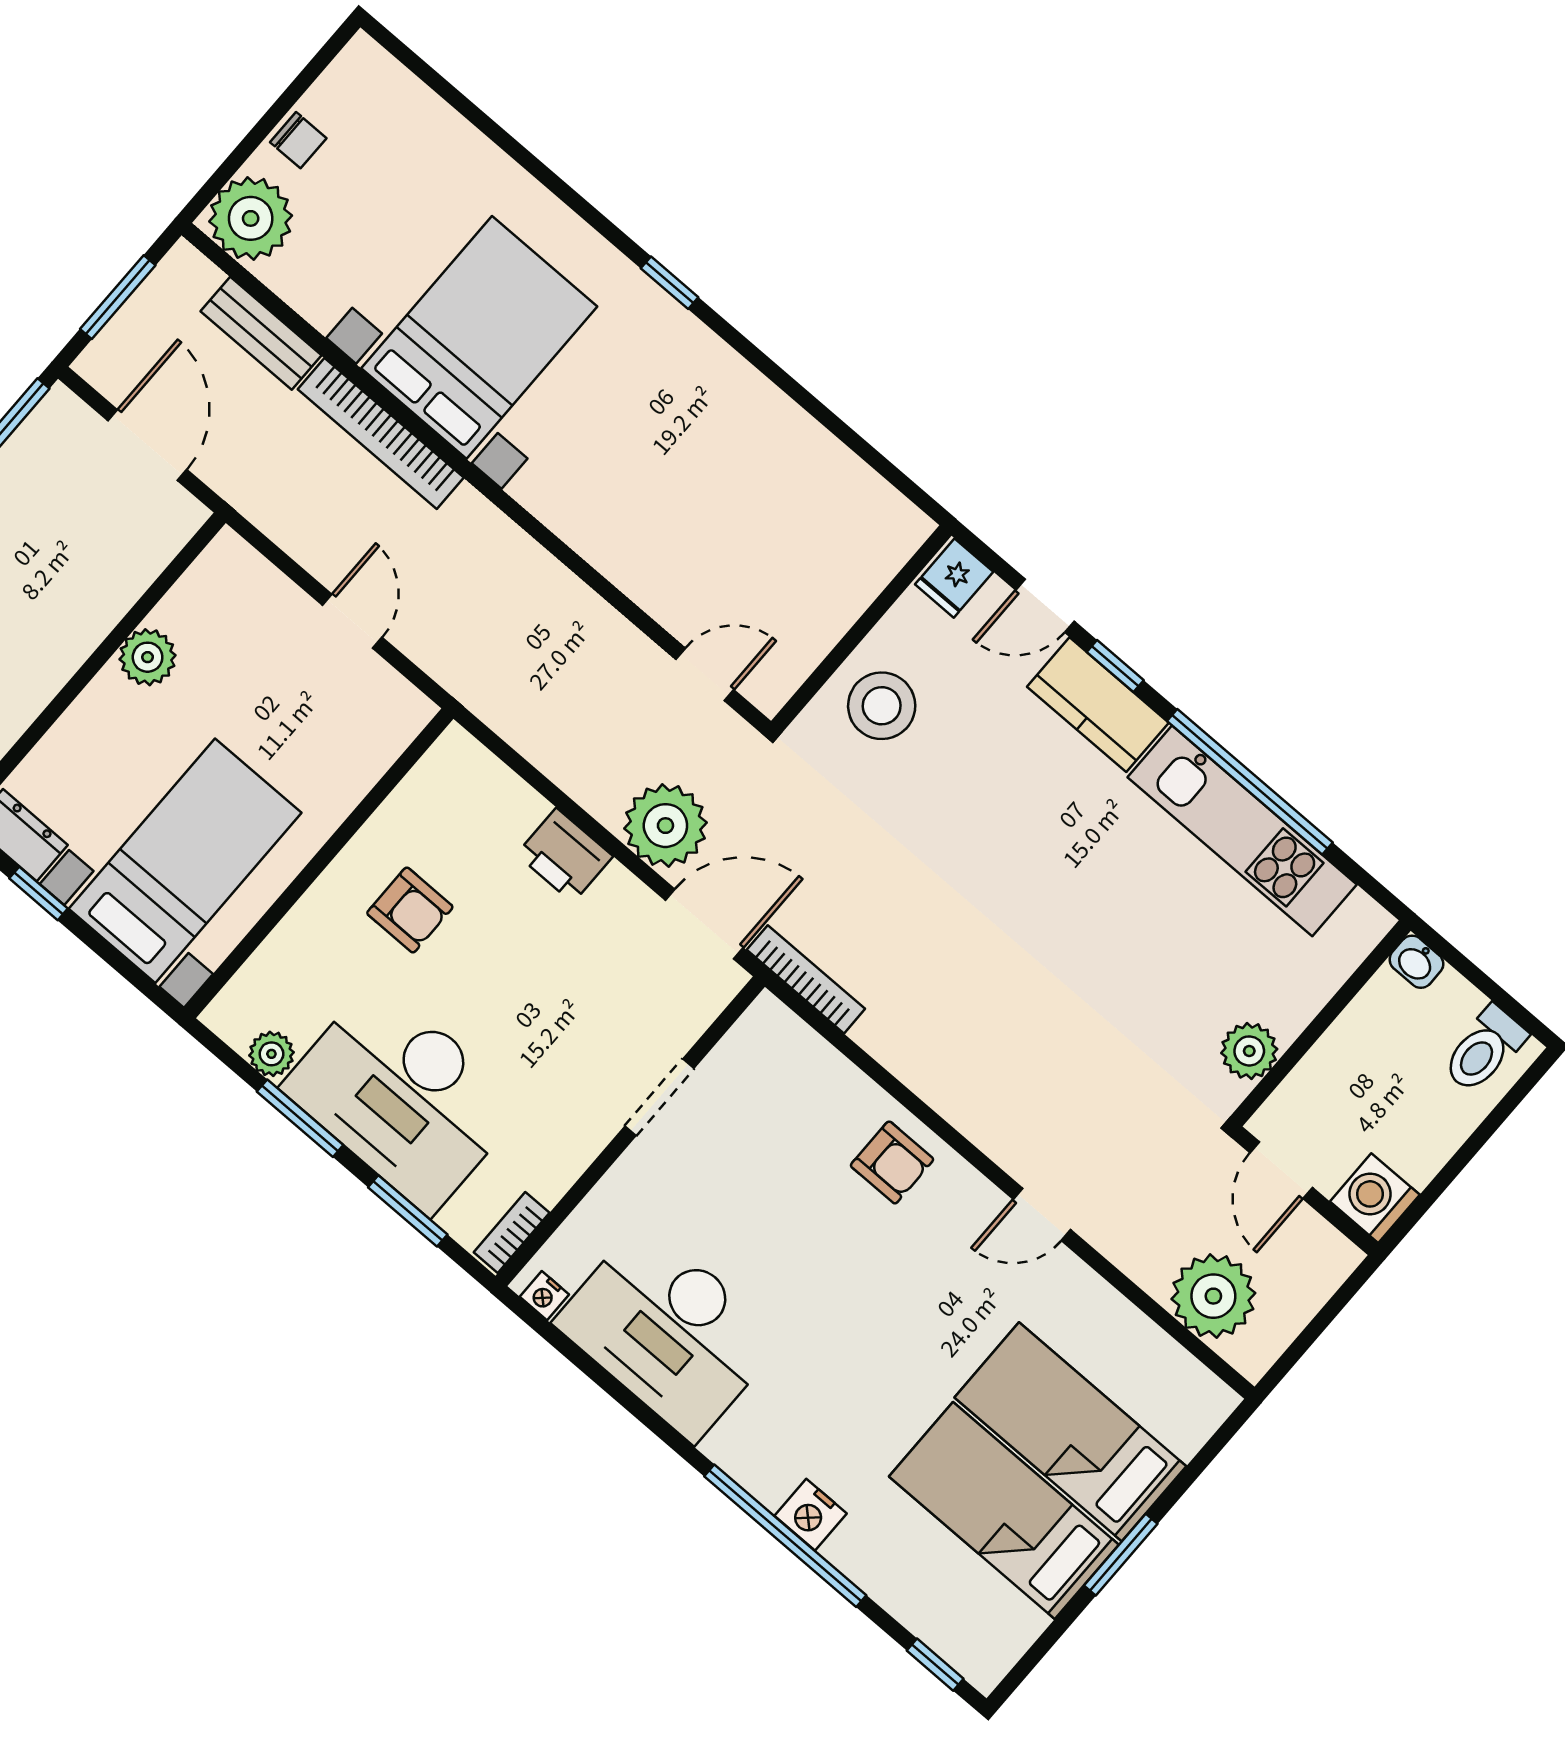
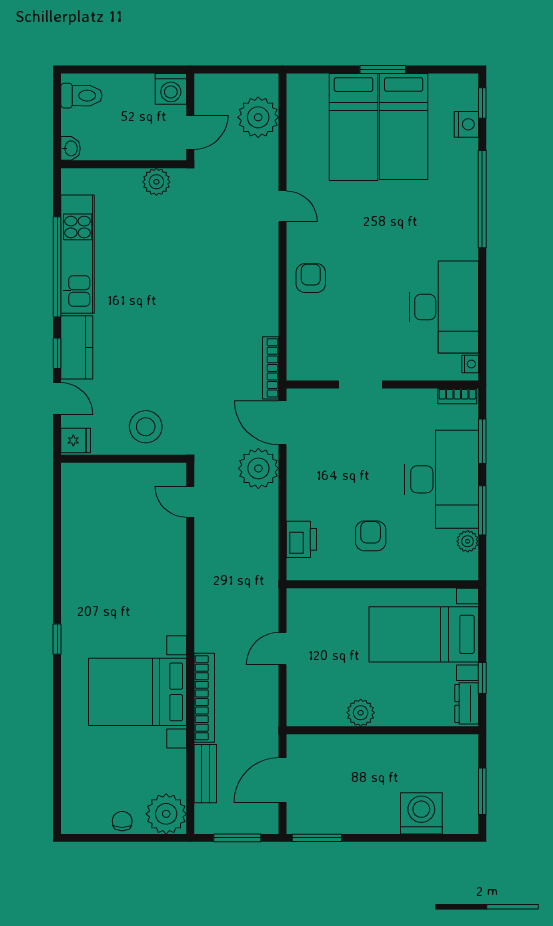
printer: (565, 855) -> (301, 539), moved
nightstand: (811, 1515) -> (466, 124), moved

